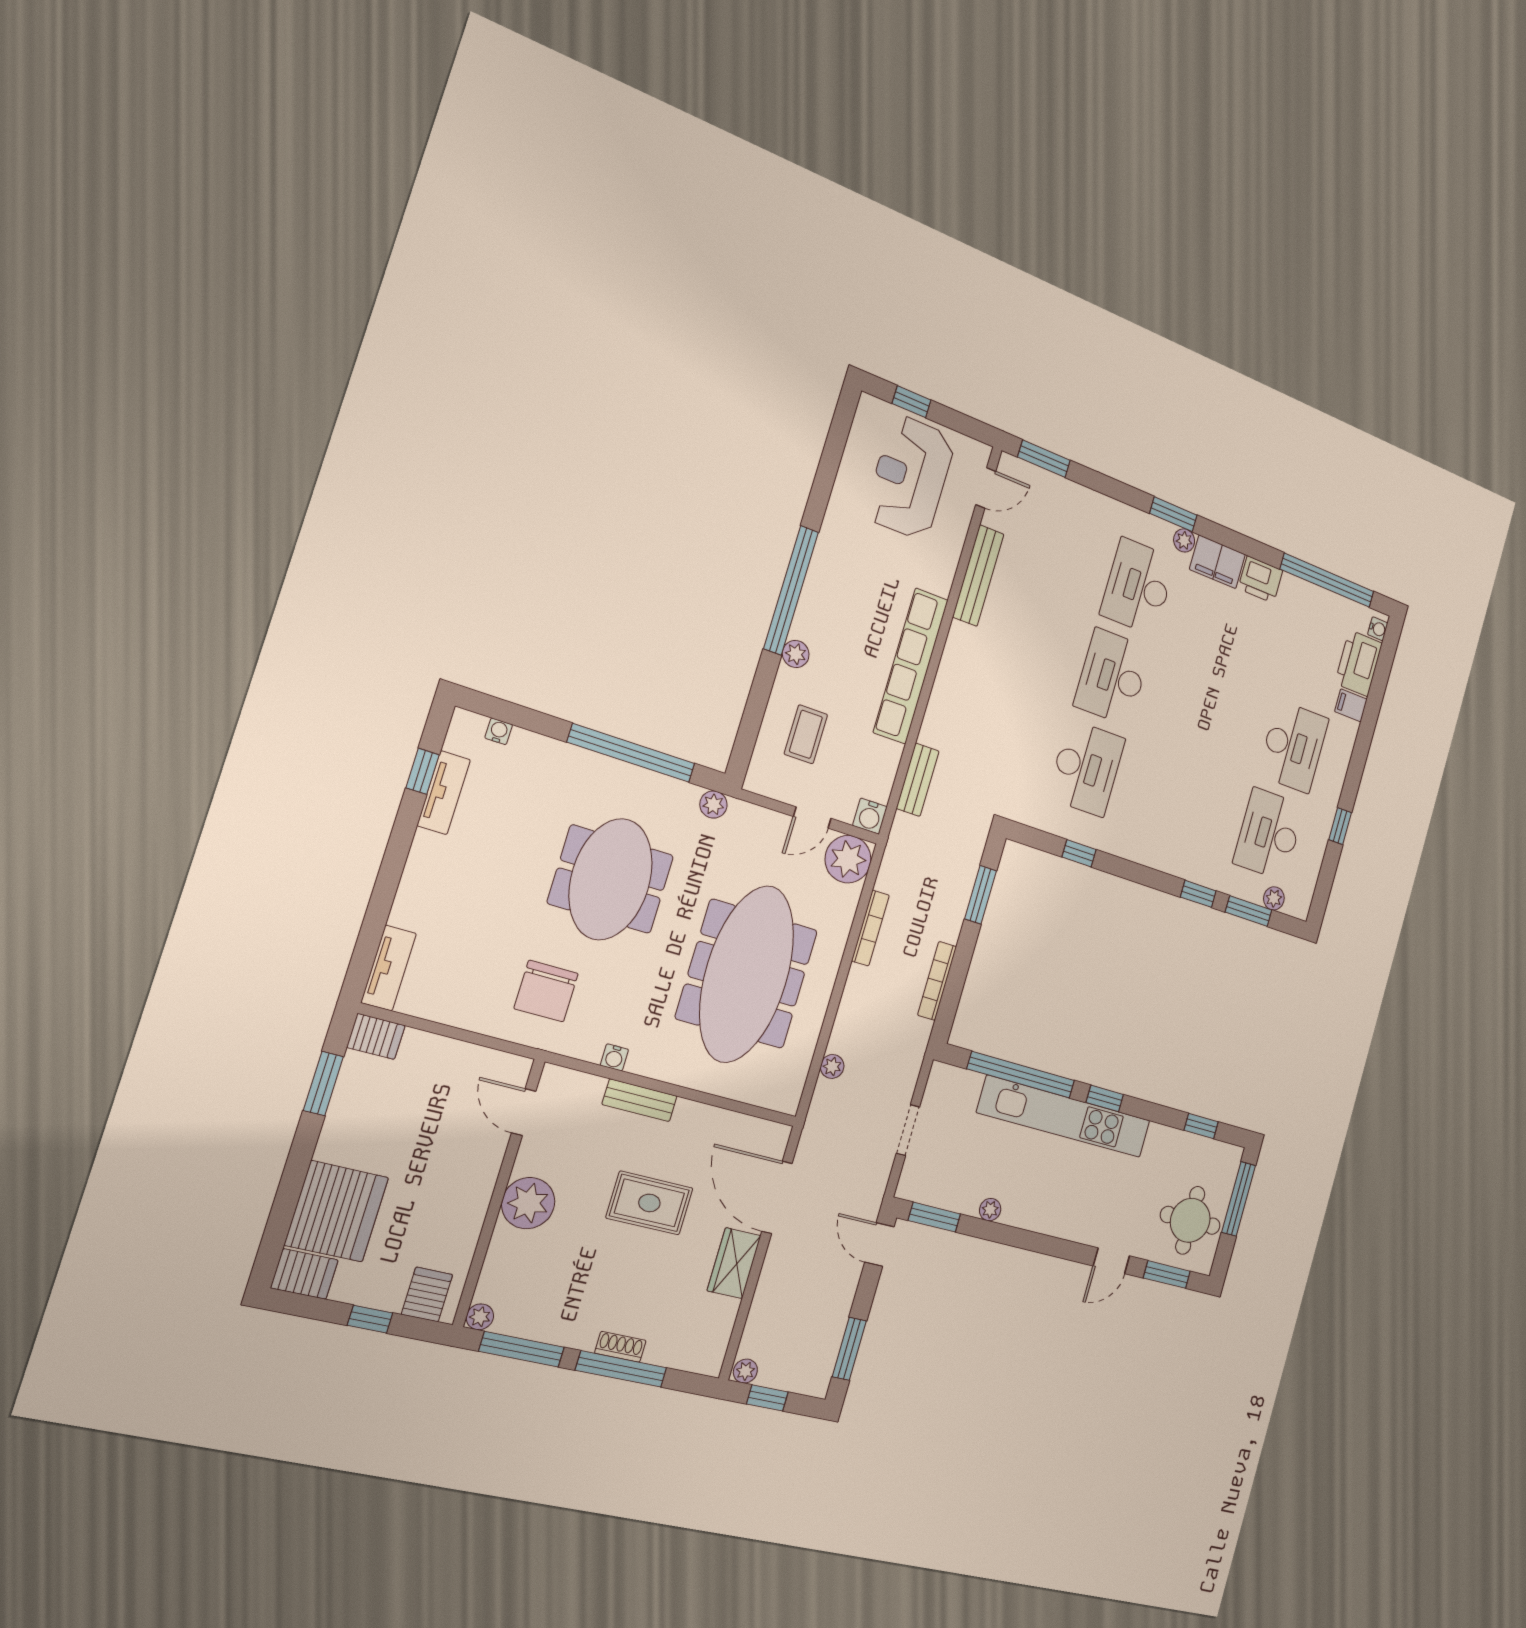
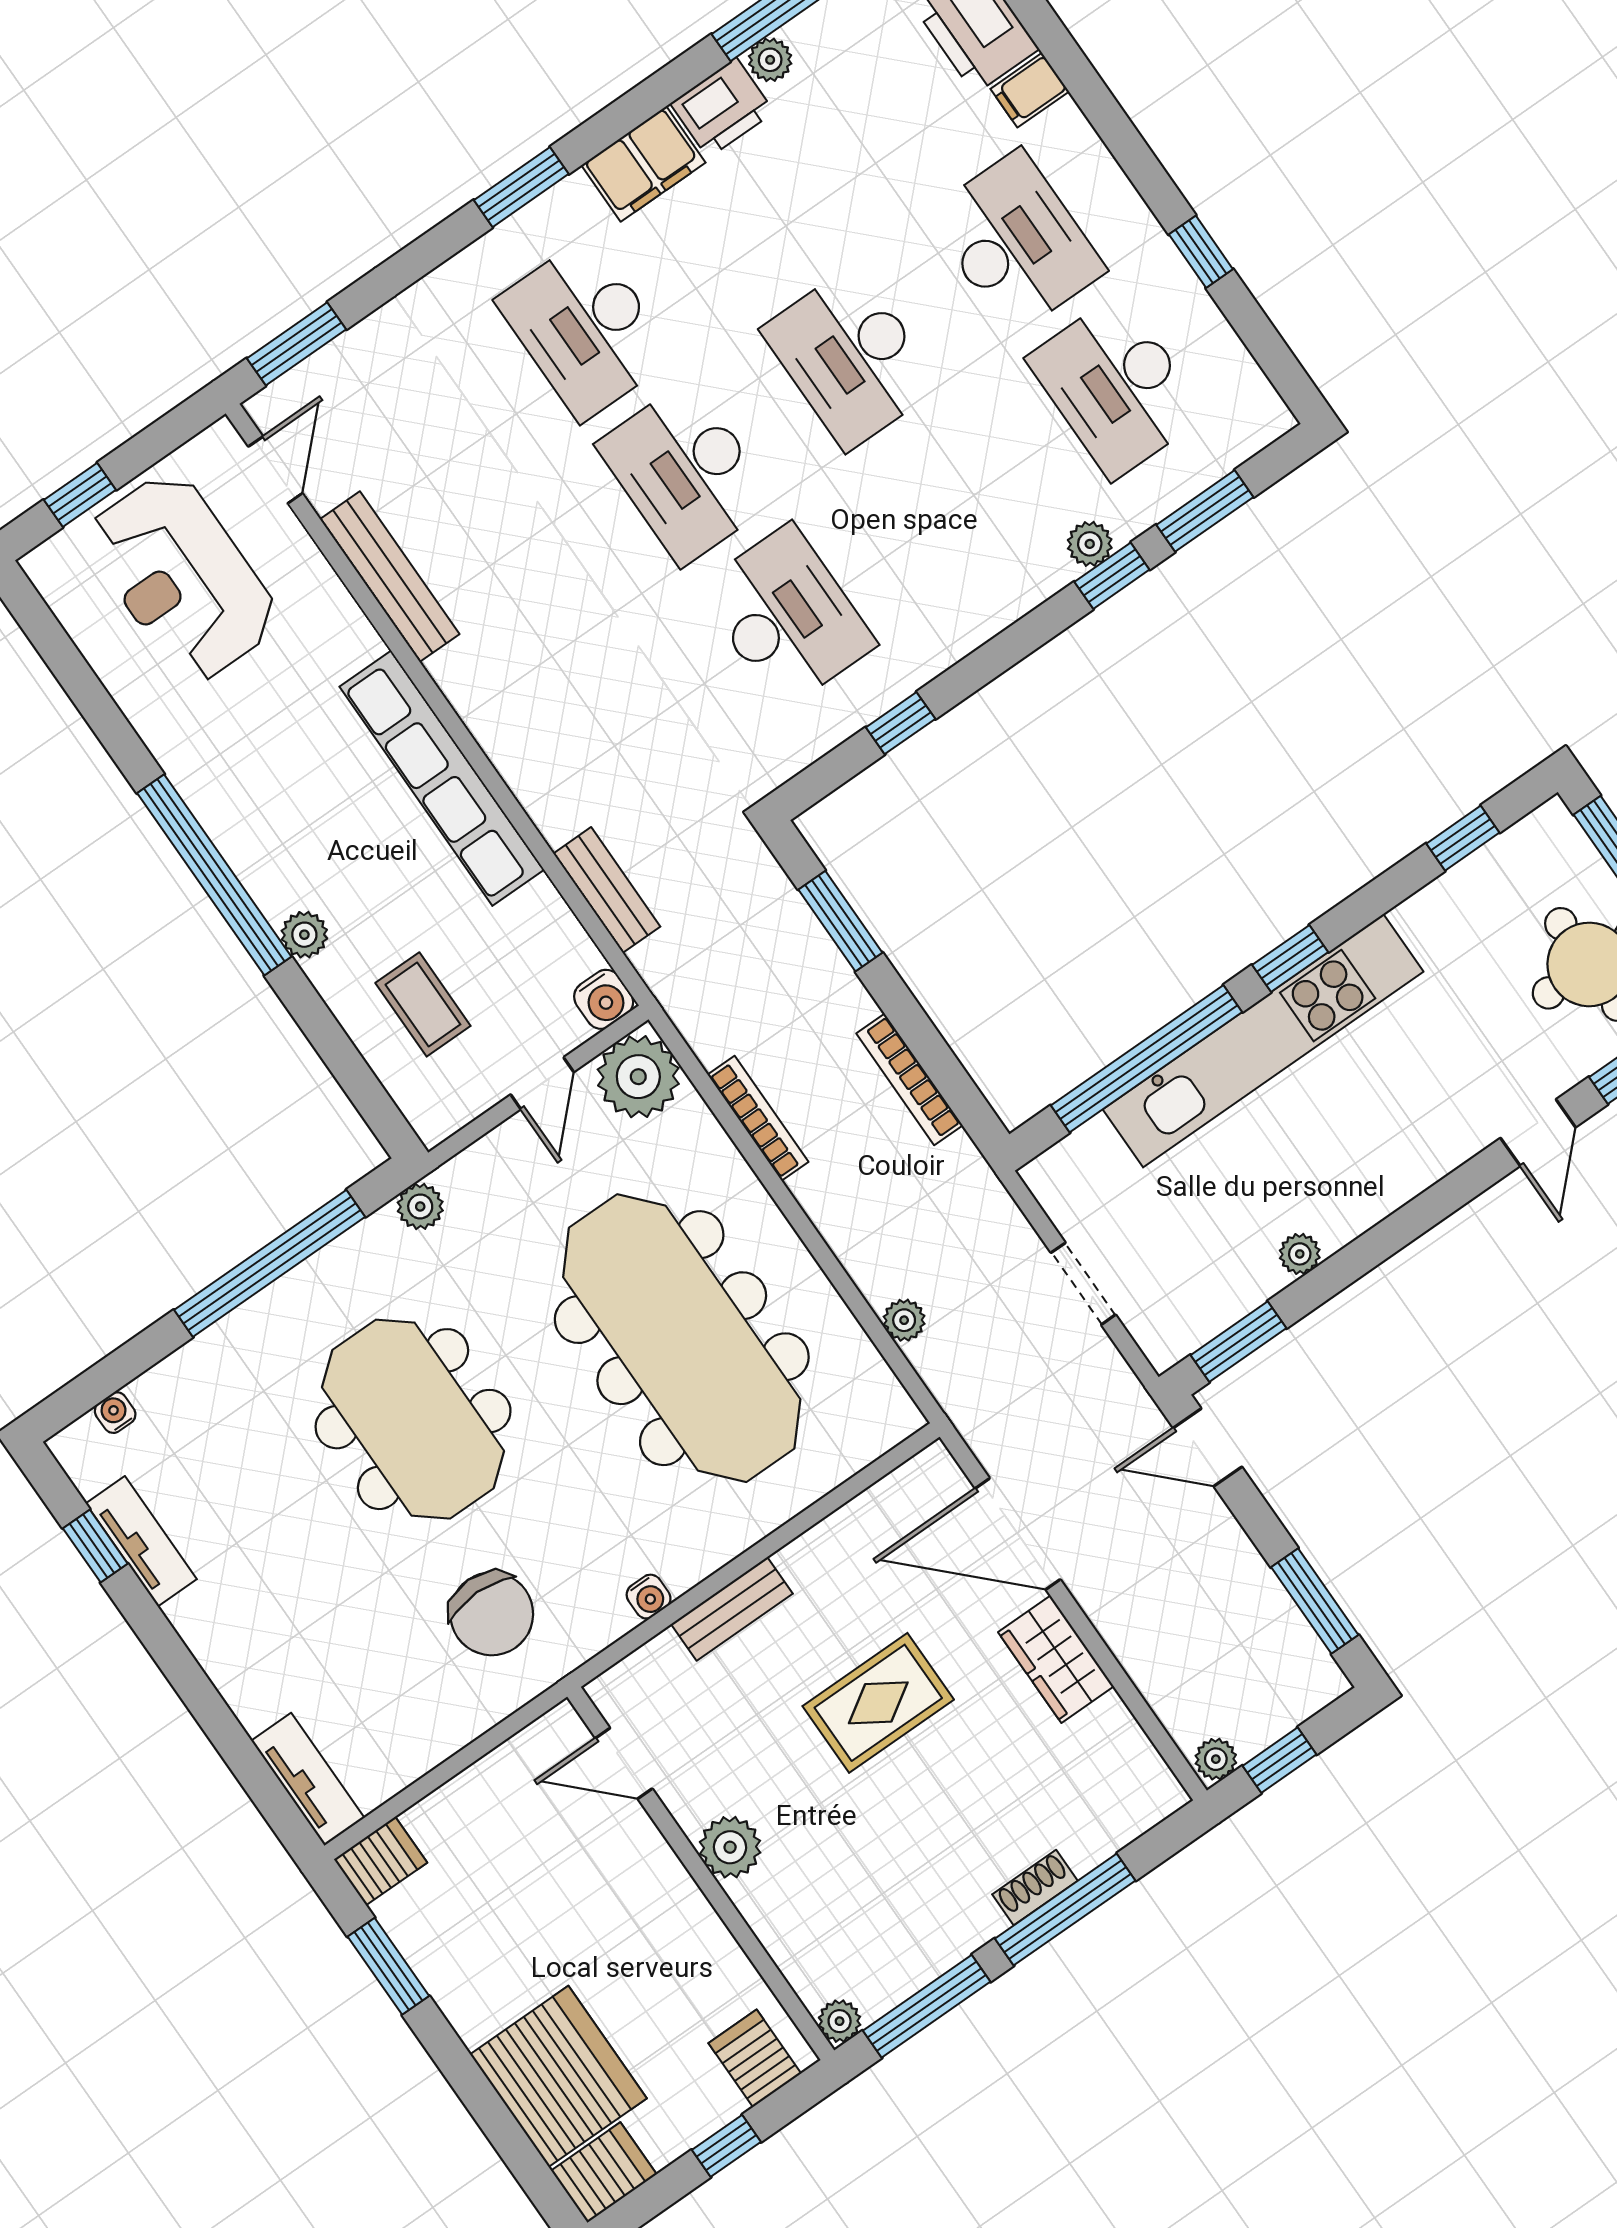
plant: (1184, 540) -> (770, 60), moved
desk: (1205, 712) -> (851, 357), added
plant: (1274, 898) -> (1090, 544), moved
plant: (528, 1203) -> (730, 1847), width x0.73, depth x0.73

